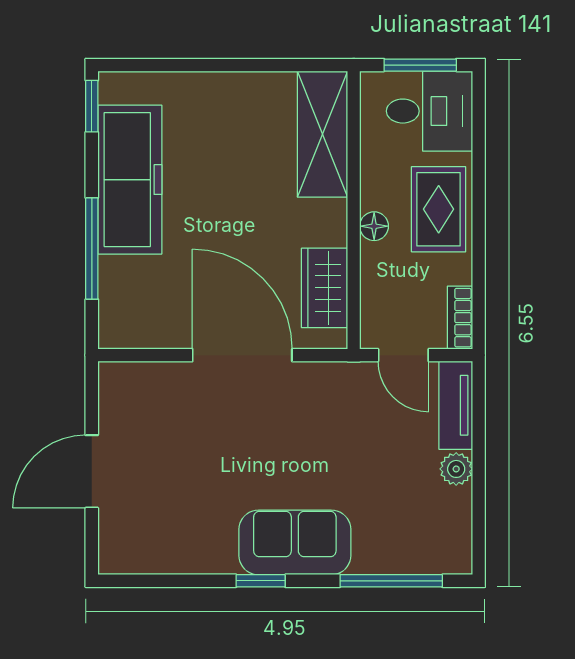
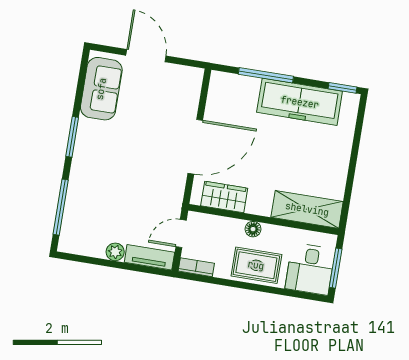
sofa: (295, 542) -> (101, 89), moved
window: (261, 581) -> (72, 137), width x1.50

